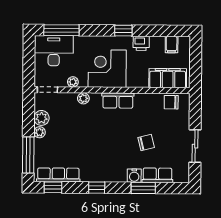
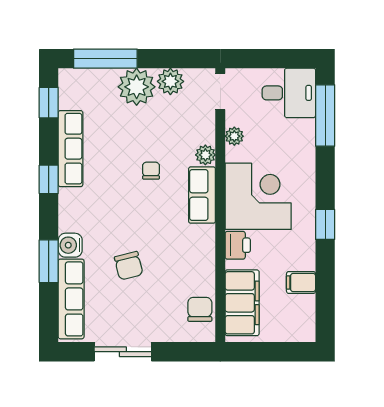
printer: (141, 43) -> (238, 245), moved, turned 180
filing cabinet: (172, 45) -> (301, 282), moved
desk: (54, 51) -> (289, 93), width x0.73
row of seats: (118, 101) -> (202, 195), moved
chair: (92, 129) -> (151, 171), added
plant: (39, 132) -> (137, 87), width x1.88, depth x1.88
row of seats: (58, 175) -> (71, 149), moved
row of seats: (157, 175) -> (71, 299), width x1.48

